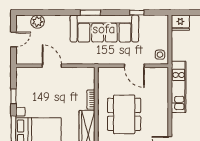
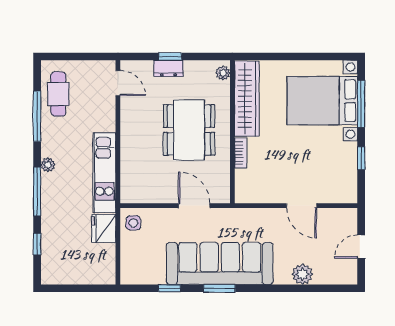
window: (90, 13) -> (219, 288), moved
plant: (38, 22) -> (302, 274), moved
fridge: (180, 23) -> (104, 228), moved, turned -90
door: (134, 66) -> (194, 206), moved

